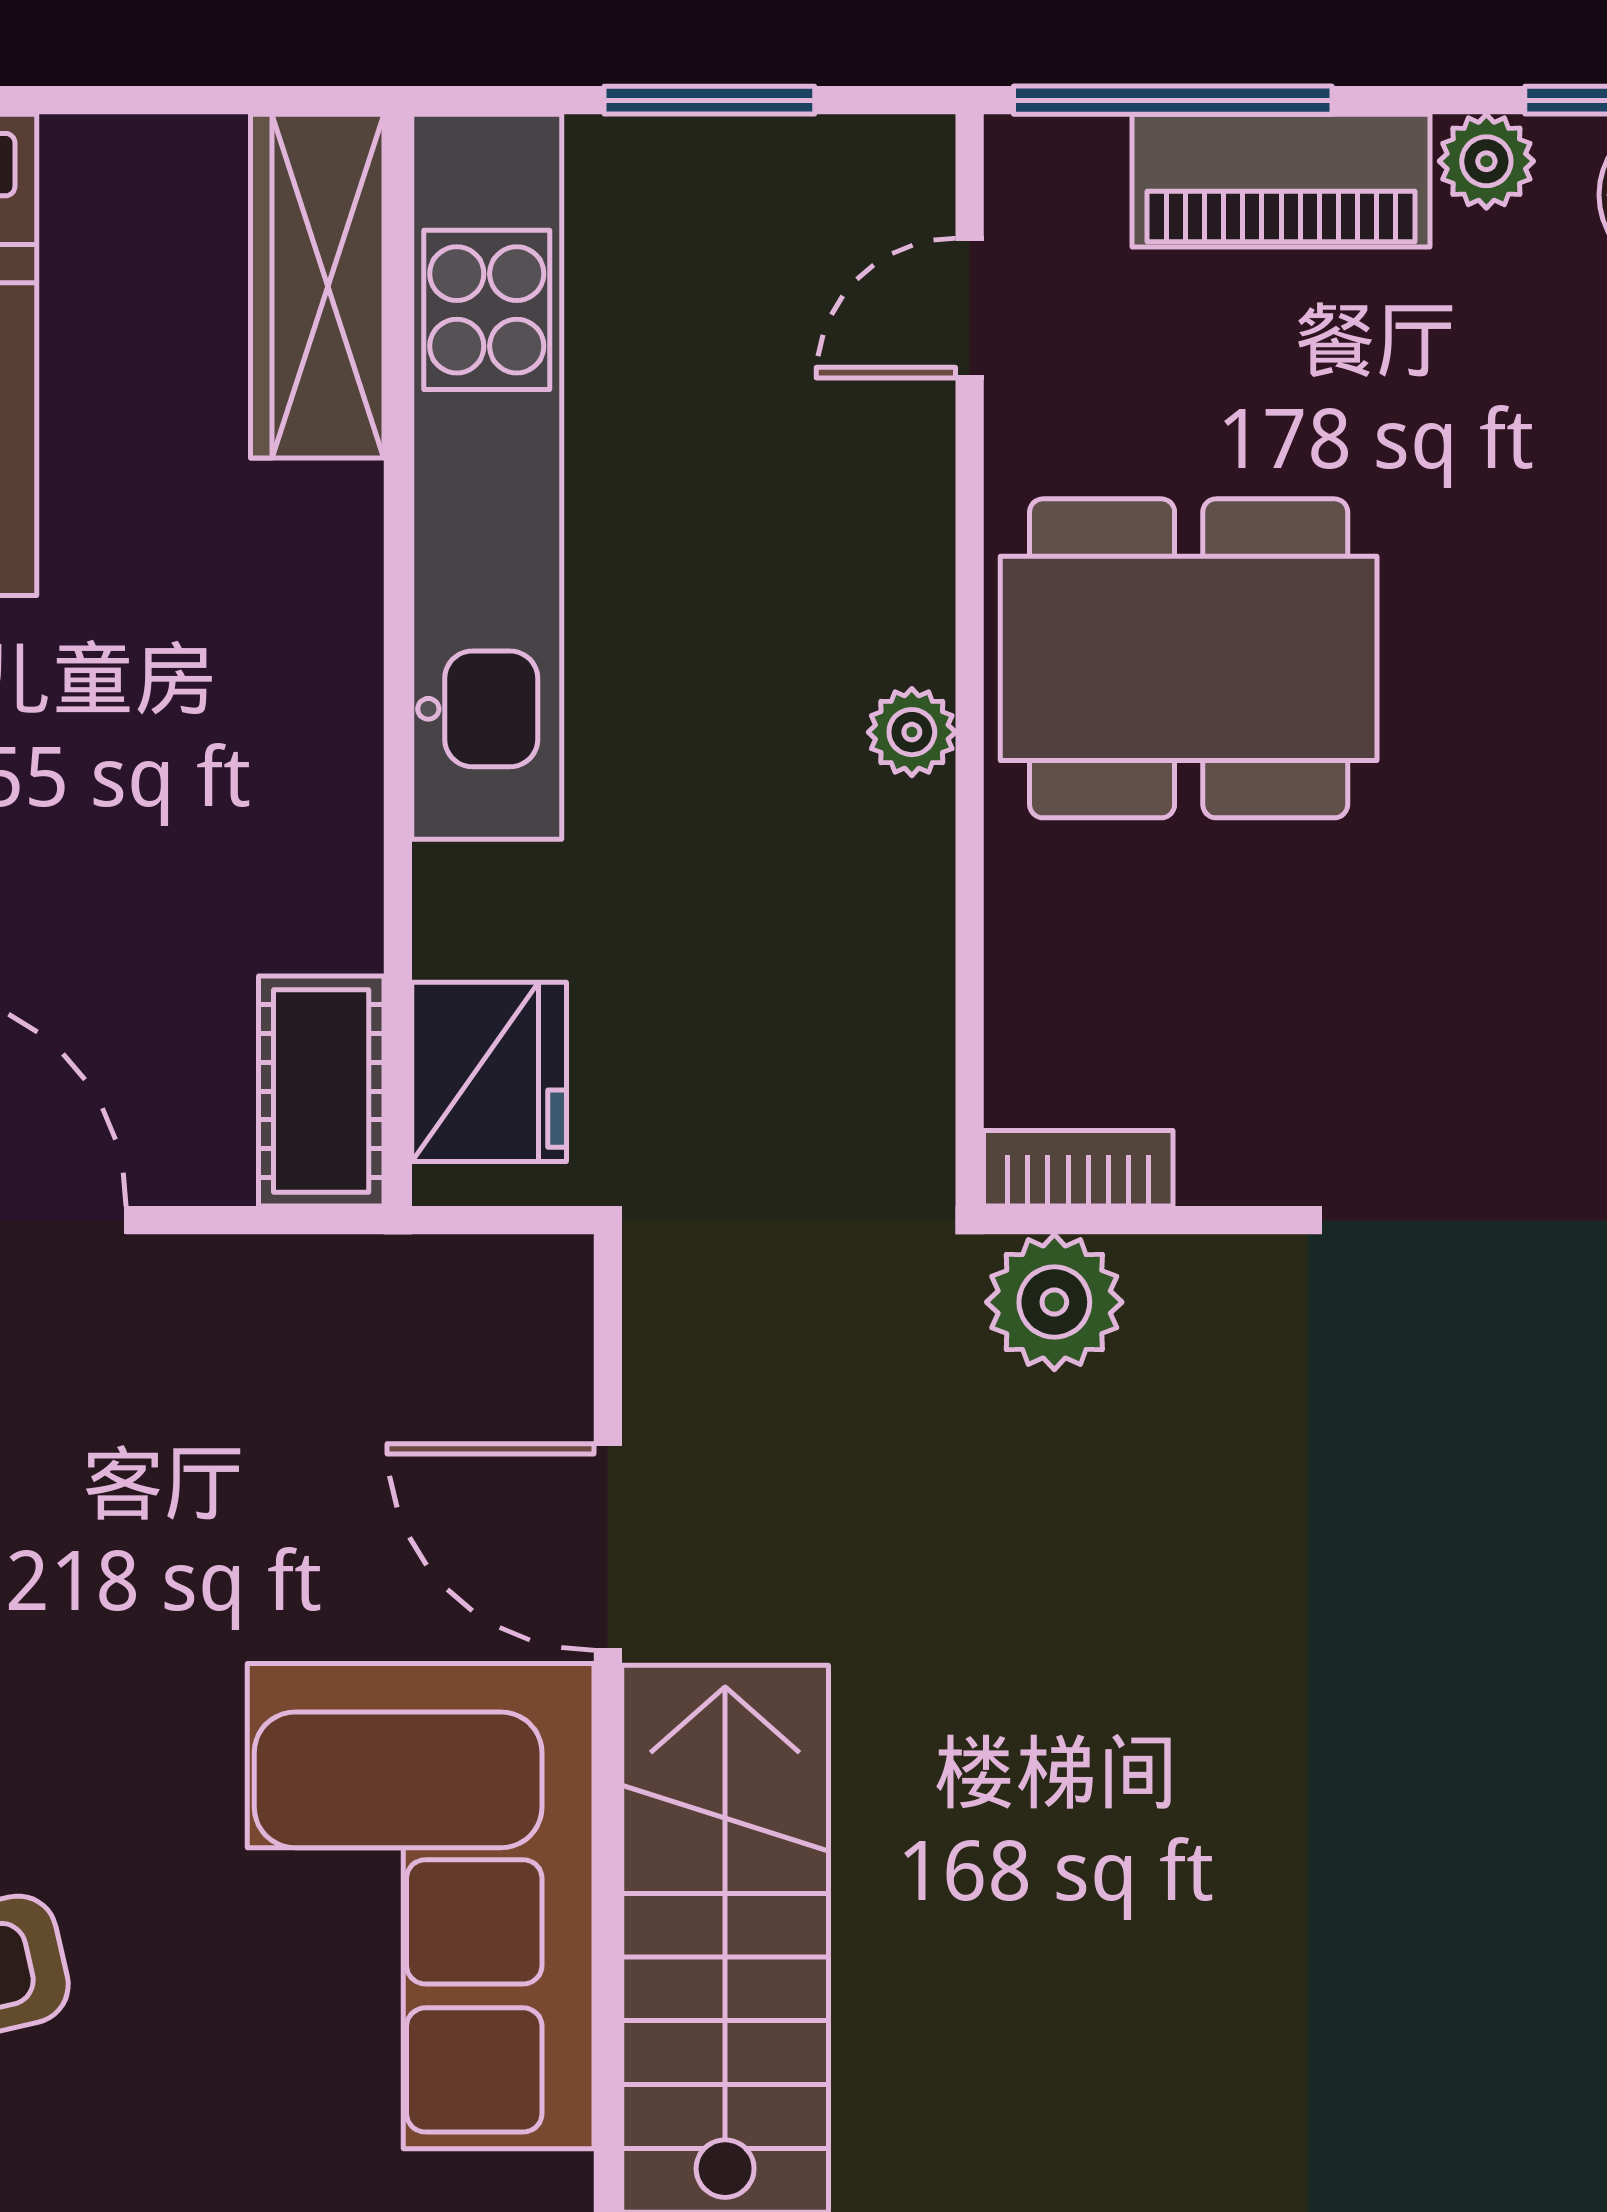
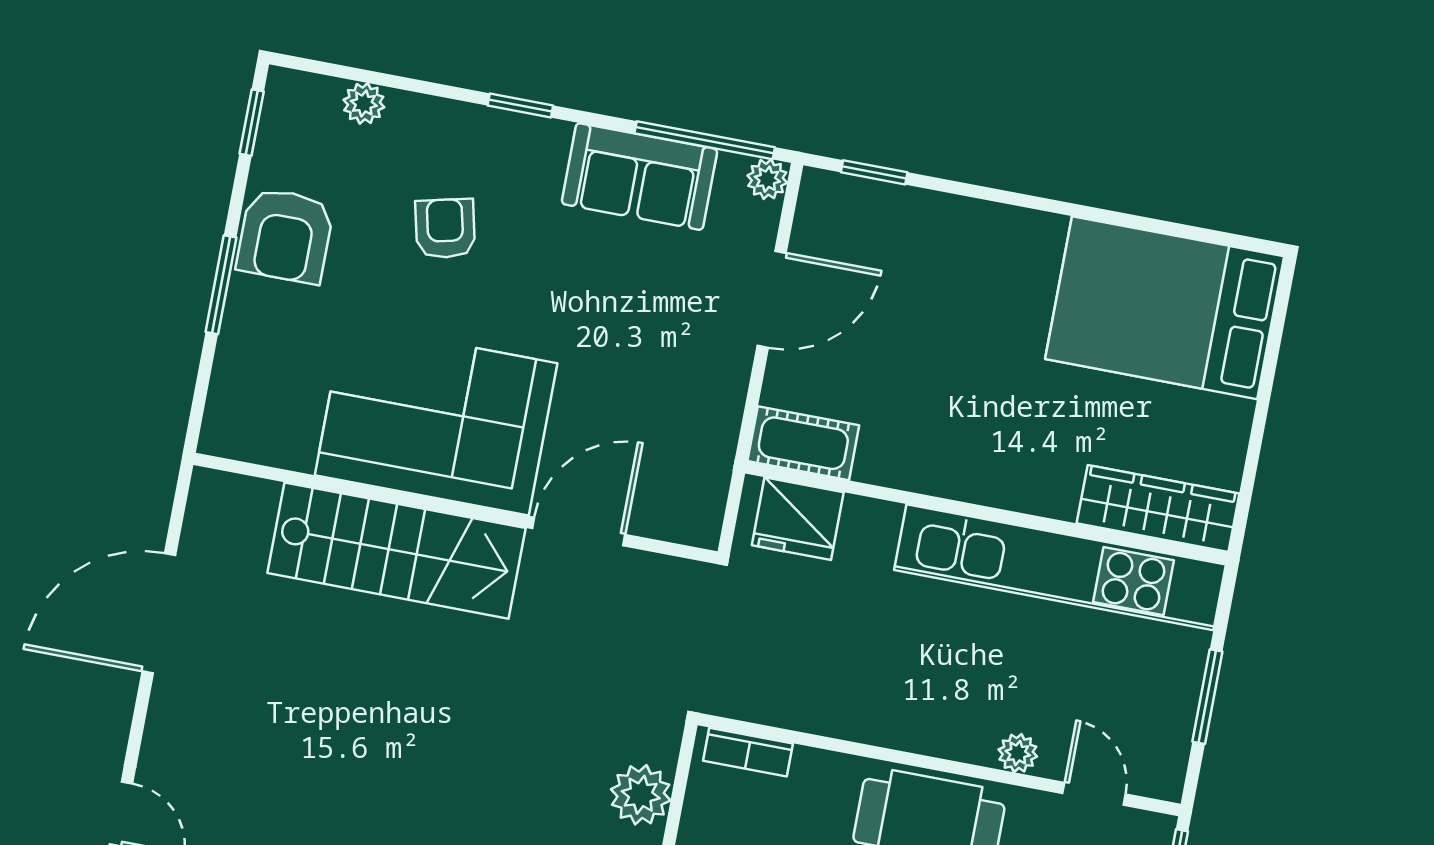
plant: (912, 732) -> (1018, 753), moved
bookcase: (1078, 1168) -> (748, 752), moved, turned 90
plant: (1054, 1302) -> (641, 795), moved

